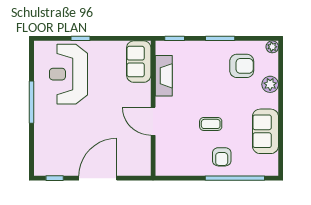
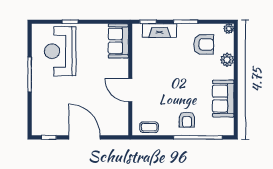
fireplace: (164, 76) -> (160, 31), moved, turned 90
coffee table: (211, 124) -> (149, 127), moved
door: (98, 178) -> (85, 137), hinge flipped

